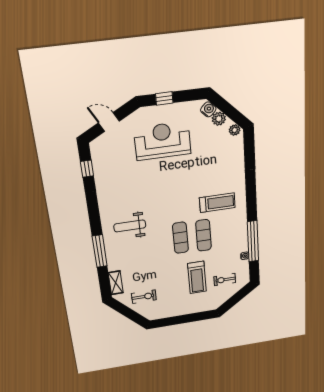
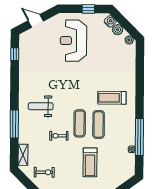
window: (164, 98) -> (88, 9), moved
reception desk: (162, 141) -> (73, 41), turned -90
treadmill: (217, 203) -> (112, 98), turned 180
exercise bike: (225, 280) -> (59, 136), moved

